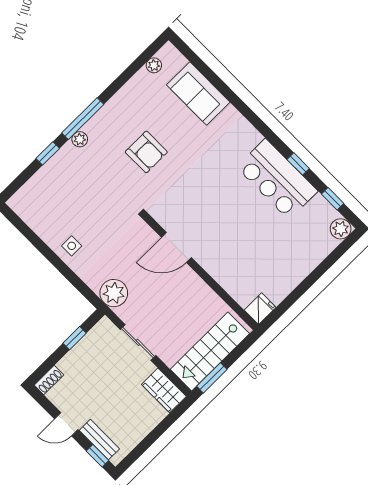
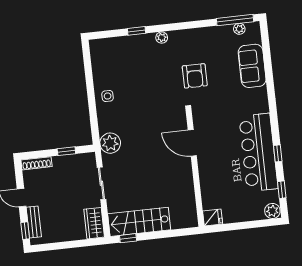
window: (83, 119) -> (235, 20), moved
bar counter: (277, 179) -> (258, 152), width x1.36
door: (176, 247) -> (192, 143), moved
wall: (201, 272) -> (195, 169), moved
fridge: (260, 309) -> (213, 217), moved
window: (212, 378) -> (128, 238), width x0.67
shoe rack: (49, 380) -> (36, 163), width x1.43

